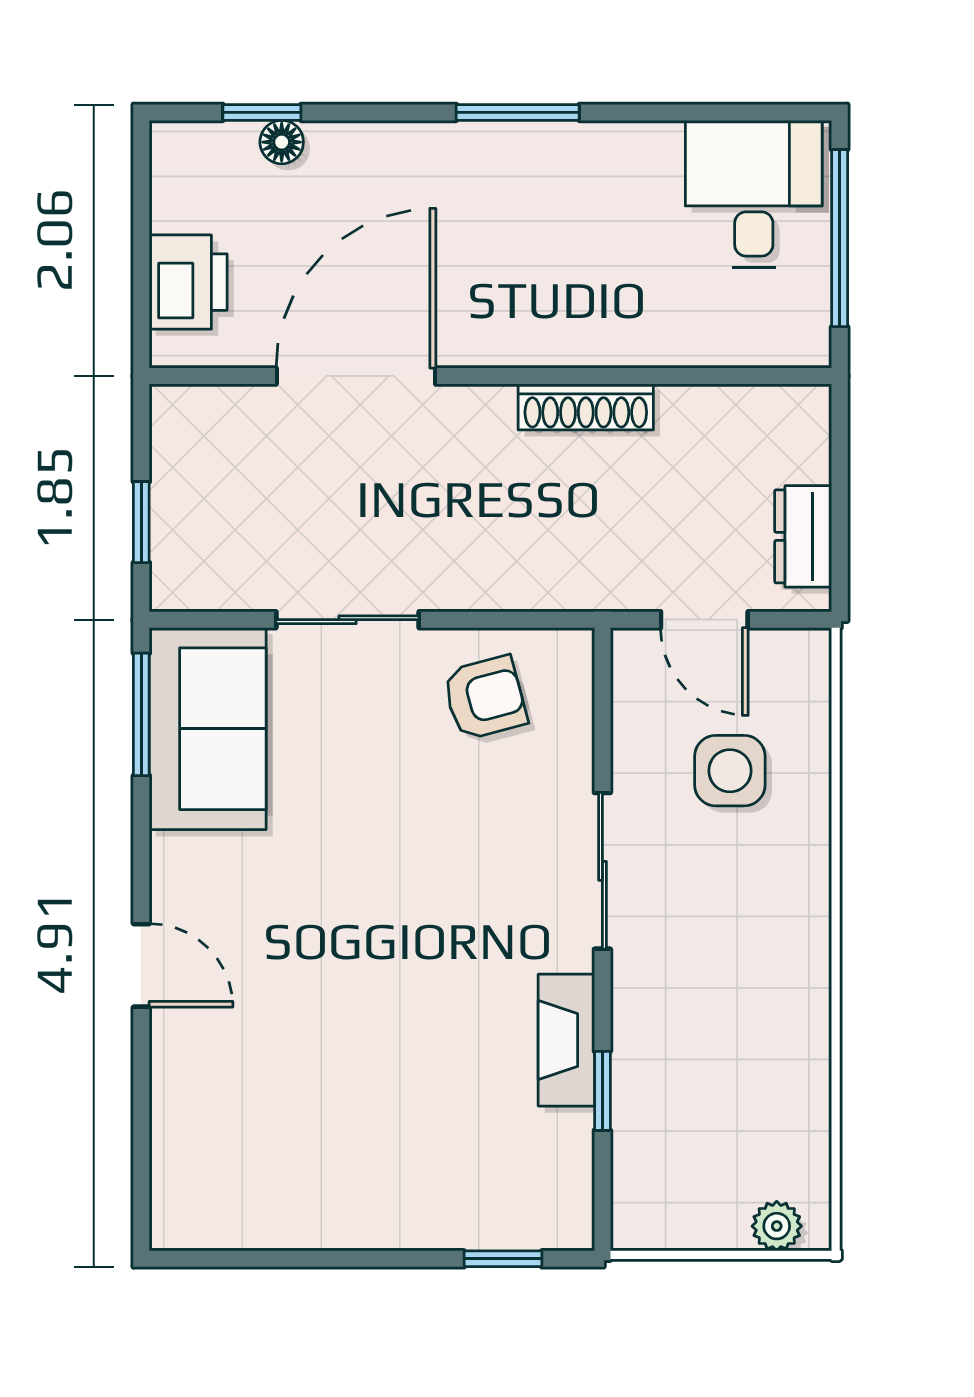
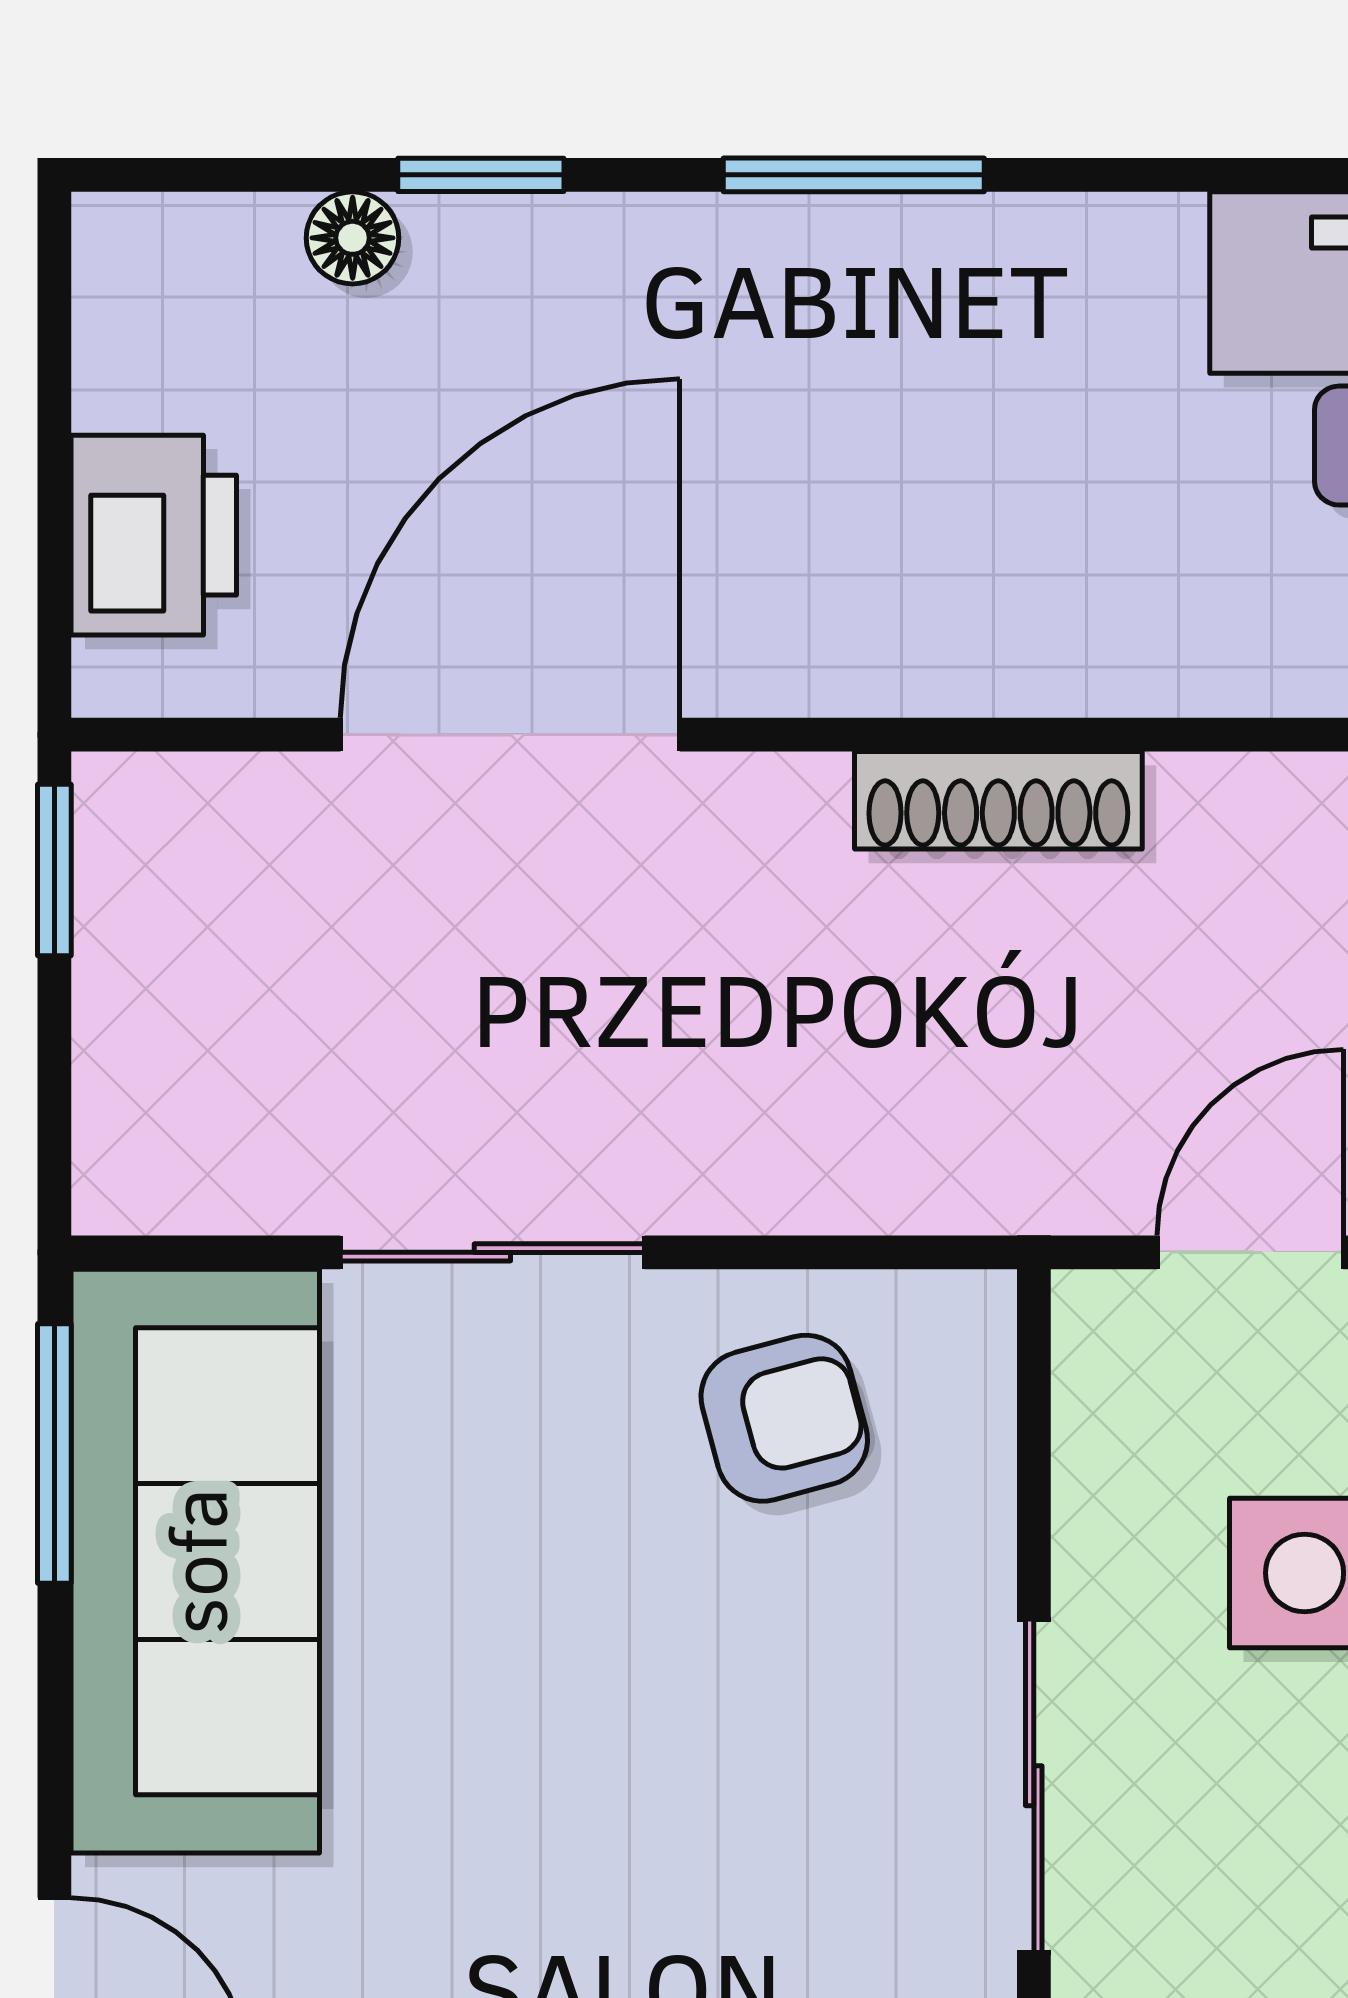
window: (262, 112) -> (481, 175), moved
window: (141, 522) -> (54, 870), moved
door: (704, 620) -> (1250, 1252), swing flipped
sofa: (208, 729) -> (195, 1561), width x1.36

